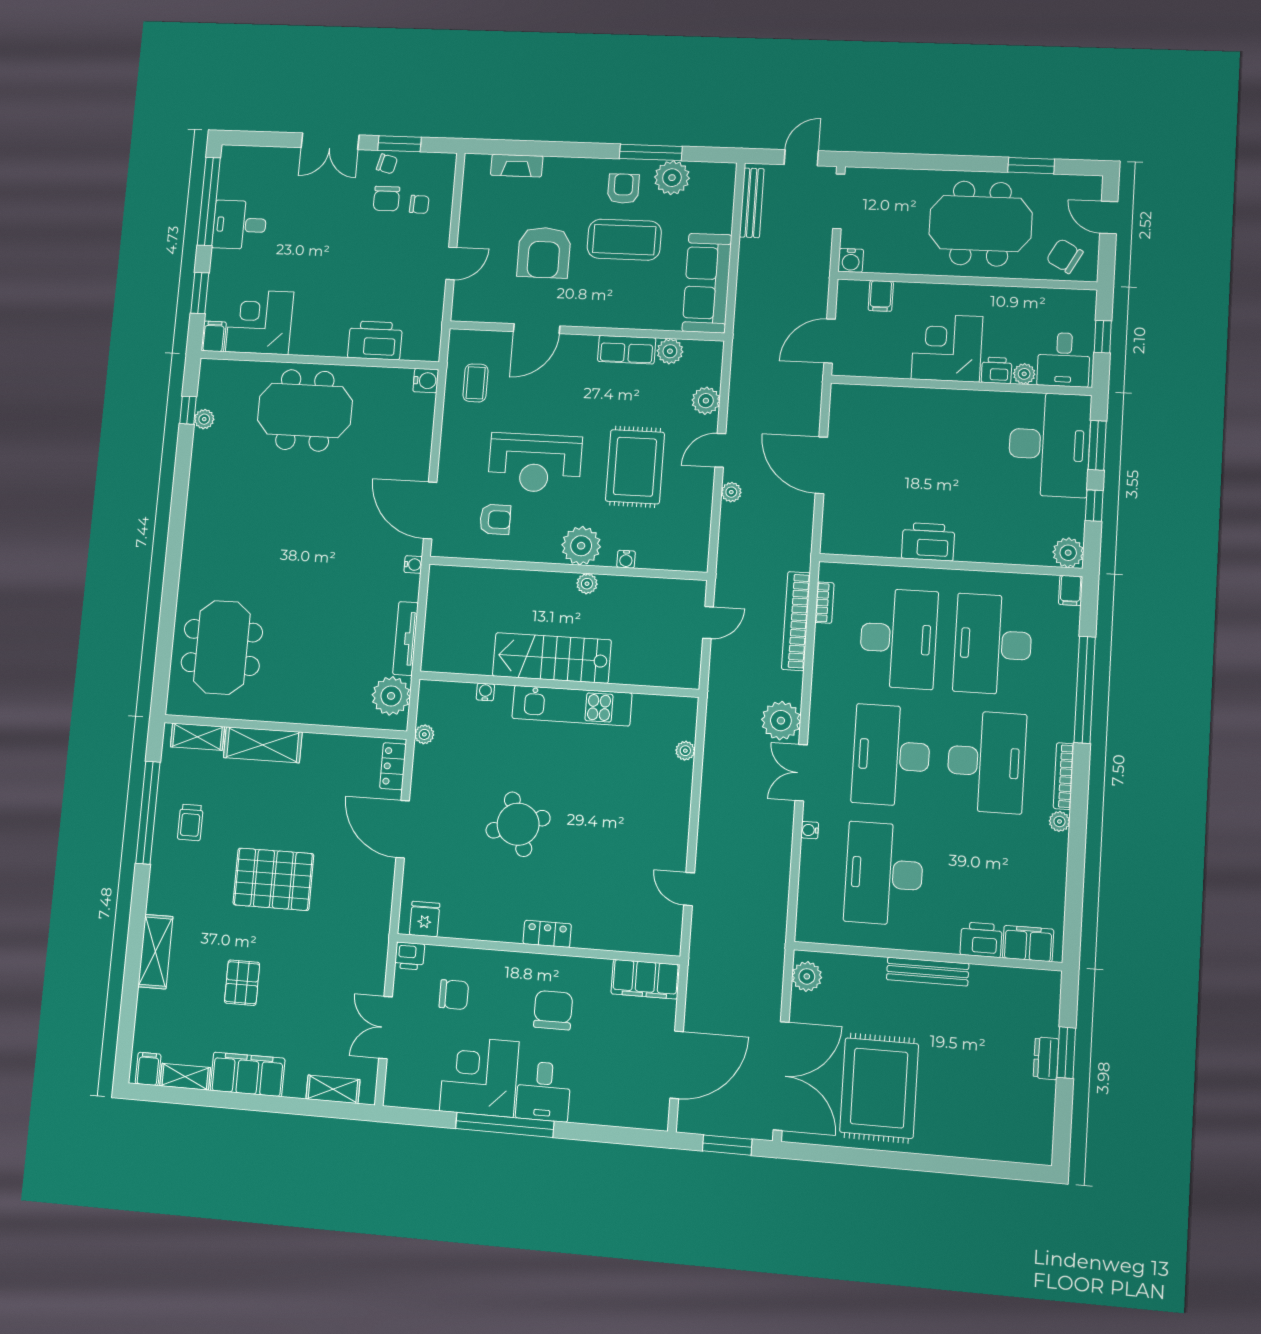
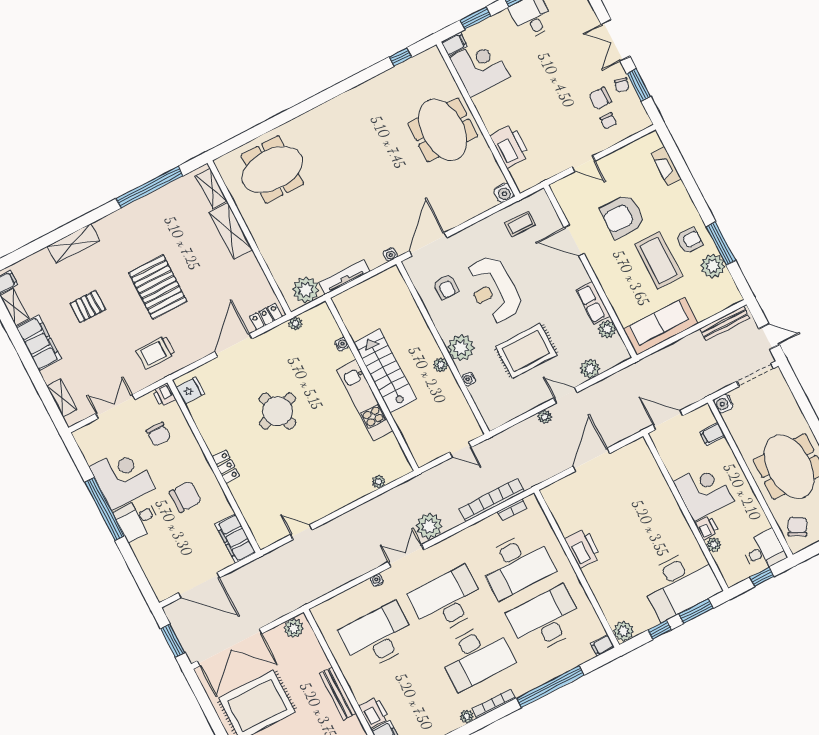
desk: (1064, 360) -> (764, 551), moved, turned 180
plant: (204, 419) -> (401, 71), removed
trolley: (190, 822) -> (156, 352), moved, width x1.36, depth x1.39
door: (689, 889) -> (301, 532), hinge flipped

